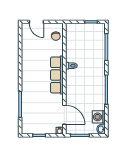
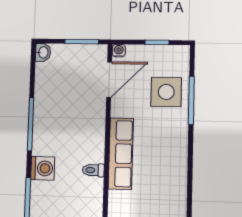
side table: (34, 109) -> (166, 92), added
door: (64, 115) -> (109, 80), swing flipped
washing machine: (99, 117) -> (43, 168), moved

